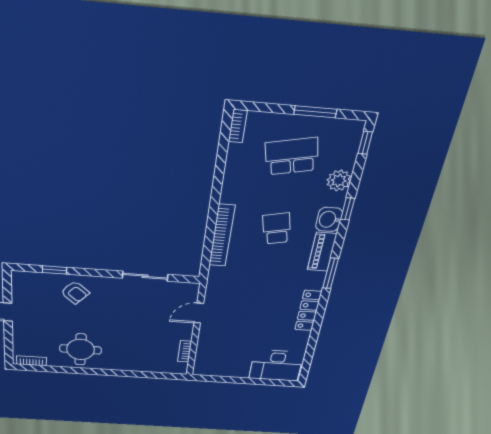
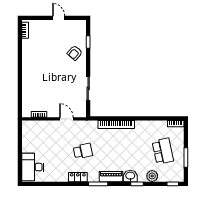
school desk: (277, 229) -> (83, 151), moved
locker: (308, 311) -> (78, 177), width x0.66
round table: (81, 349) -> (36, 57), removed

